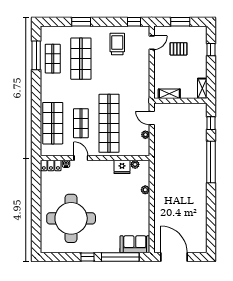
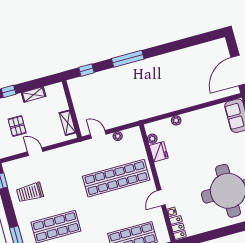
door: (152, 43) -> (35, 152), moved
shelving: (202, 88) -> (34, 95), moved
door: (152, 118) -> (98, 134), swing flipped
shop shelf: (81, 123) -> (124, 208), removed
window: (211, 162) -> (128, 59), width x0.68

